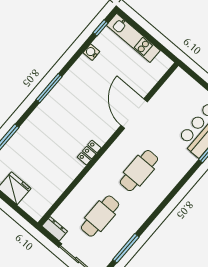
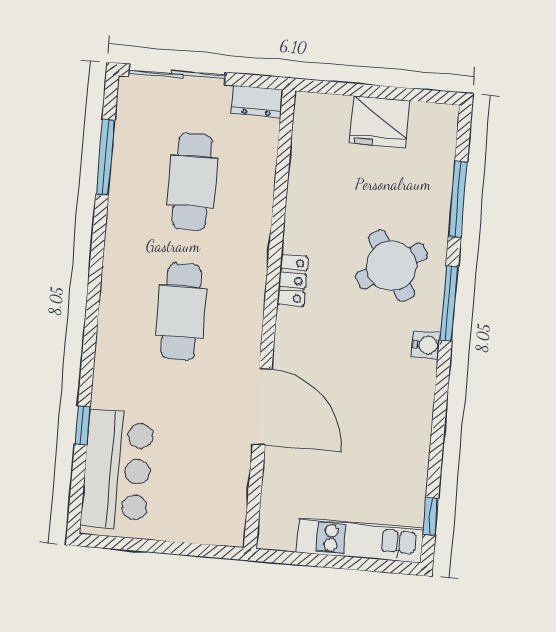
water cooler: (91, 52) -> (426, 345), moved
window: (49, 88) -> (449, 303), moved
round table: (48, 132) -> (392, 266), added

